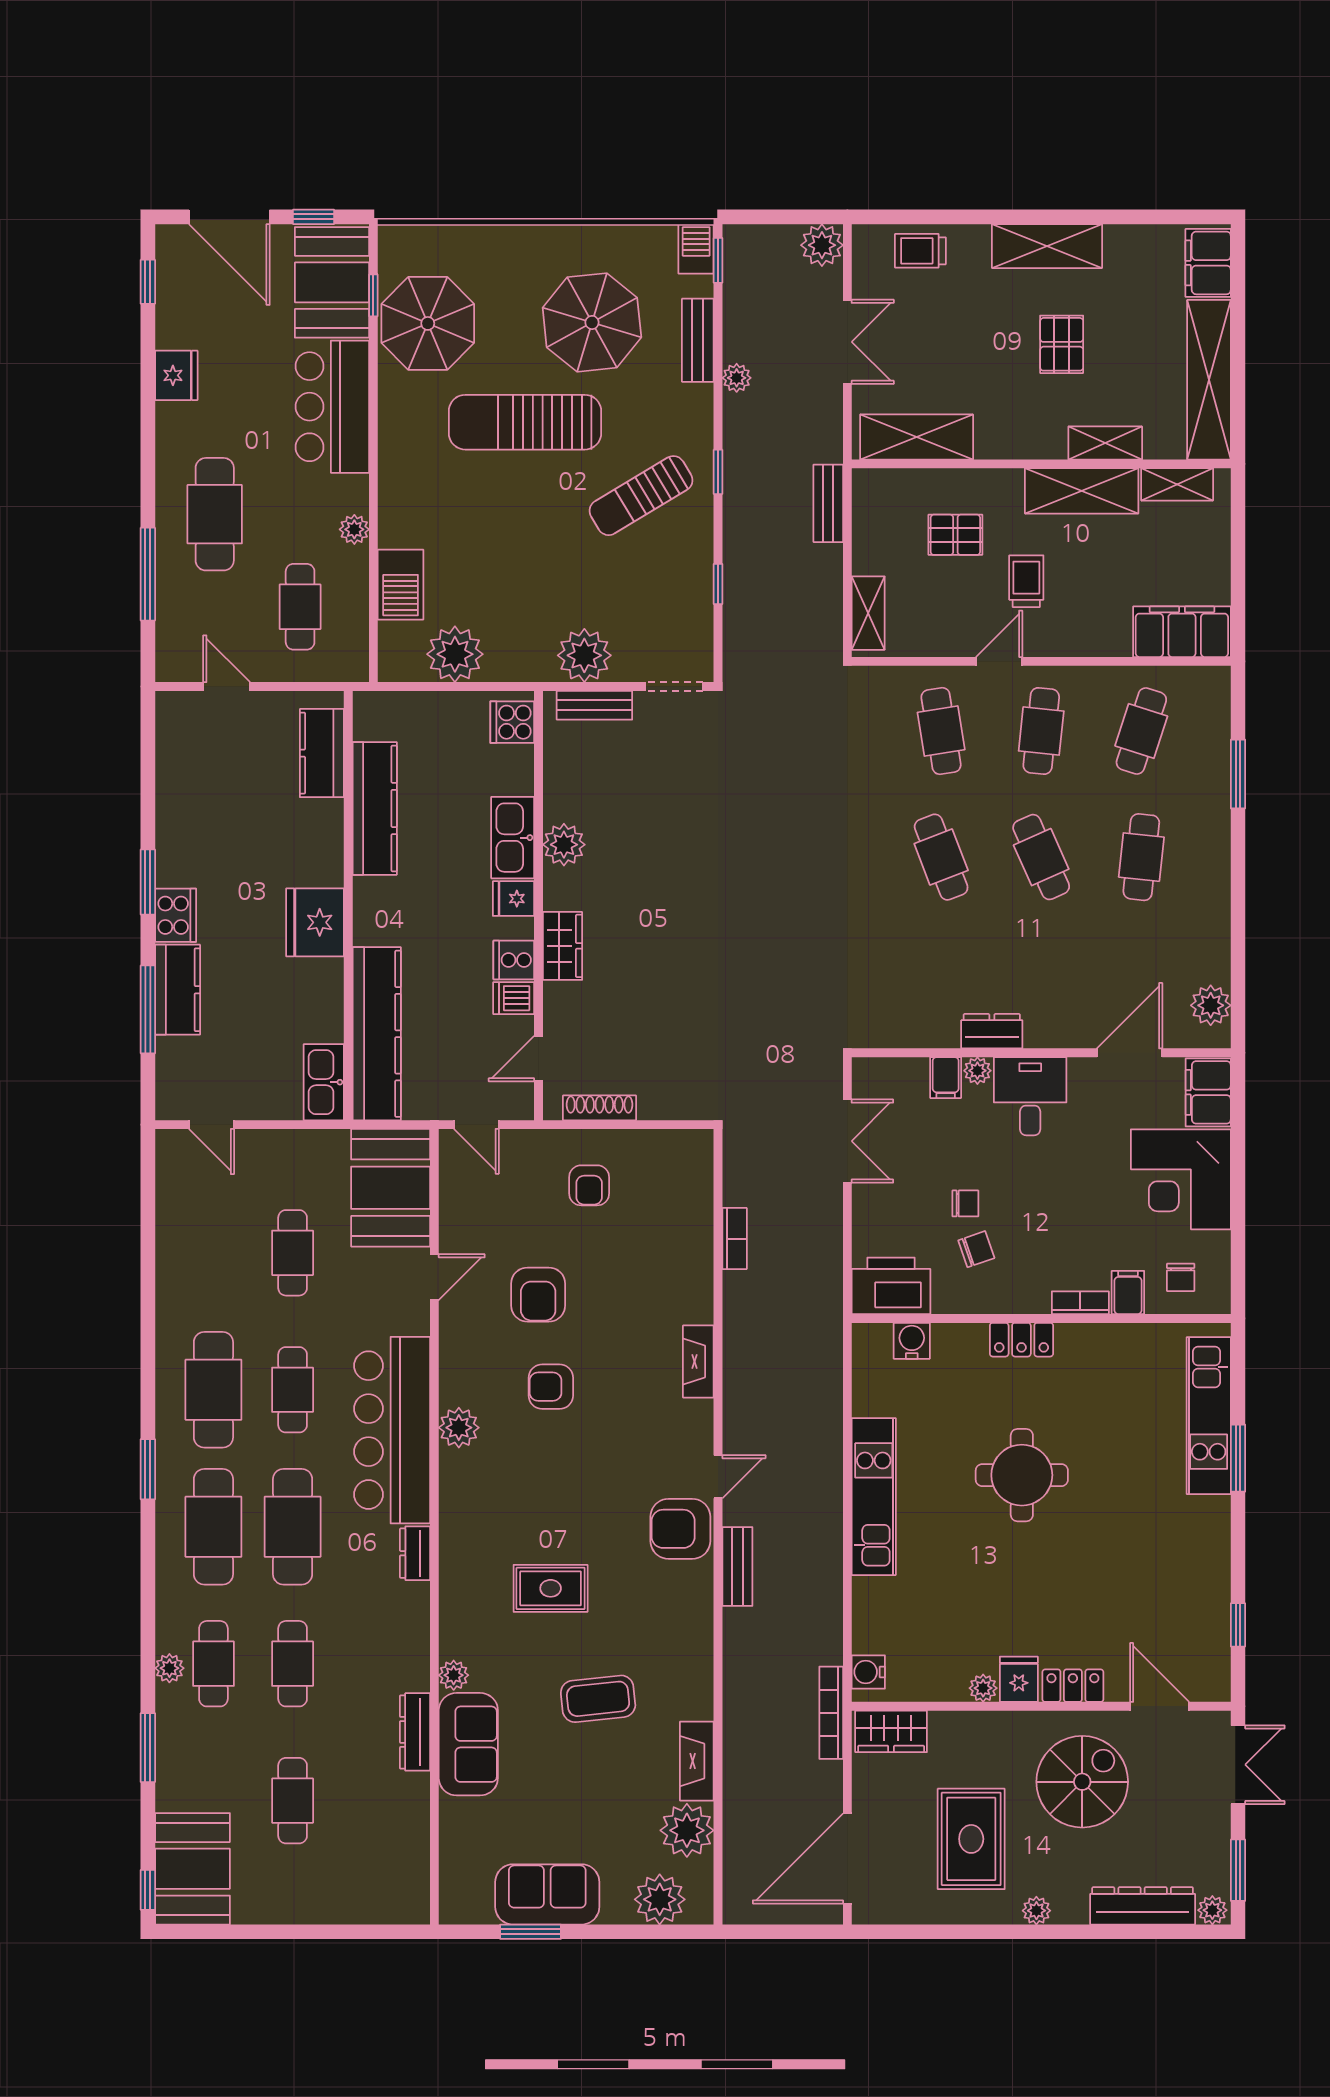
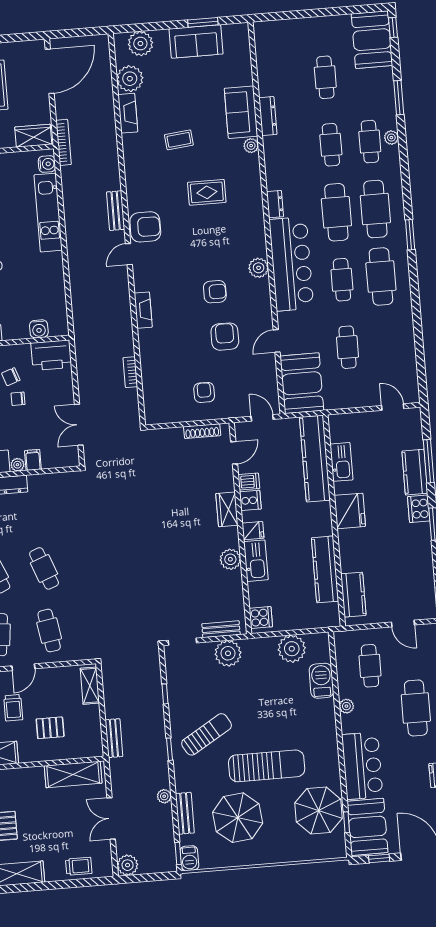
kitchen sink: (324, 1082) -> (341, 462), moved
kitchen unit: (874, 1497) -> (48, 213), moved
coffee table: (598, 1699) -> (179, 140), width x0.73, depth x0.77

